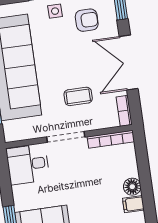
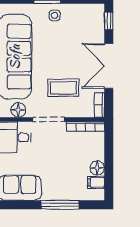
armchair: (87, 20) -> (79, 26), removed
coffee table: (78, 96) -> (64, 88), width x1.36, depth x1.30
floor lamp: (28, 131) -> (18, 110), added

